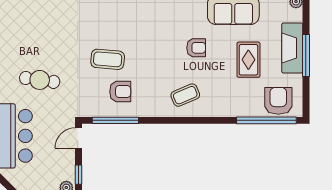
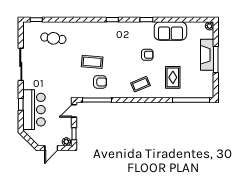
rug: (248, 60) -> (173, 77), moved
cafe table: (40, 80) -> (53, 38), moved
armchair: (278, 101) -> (198, 88), removed

